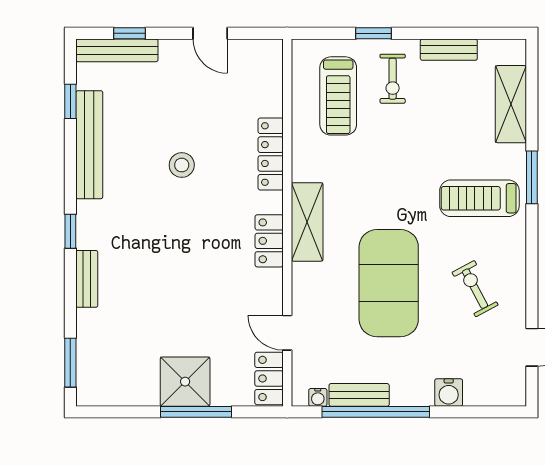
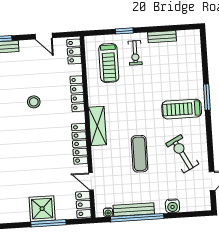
locker: (270, 68) -> (74, 51), added
shelving: (511, 104) -> (194, 62), removed
locker: (269, 241) -> (80, 144), width x1.53
exercise mat: (389, 283) -> (140, 154), width x0.50, depth x0.69
exercise bike: (475, 289) -> (182, 154), width x1.38, depth x1.39
bench: (359, 395) -> (134, 209), width x1.36

